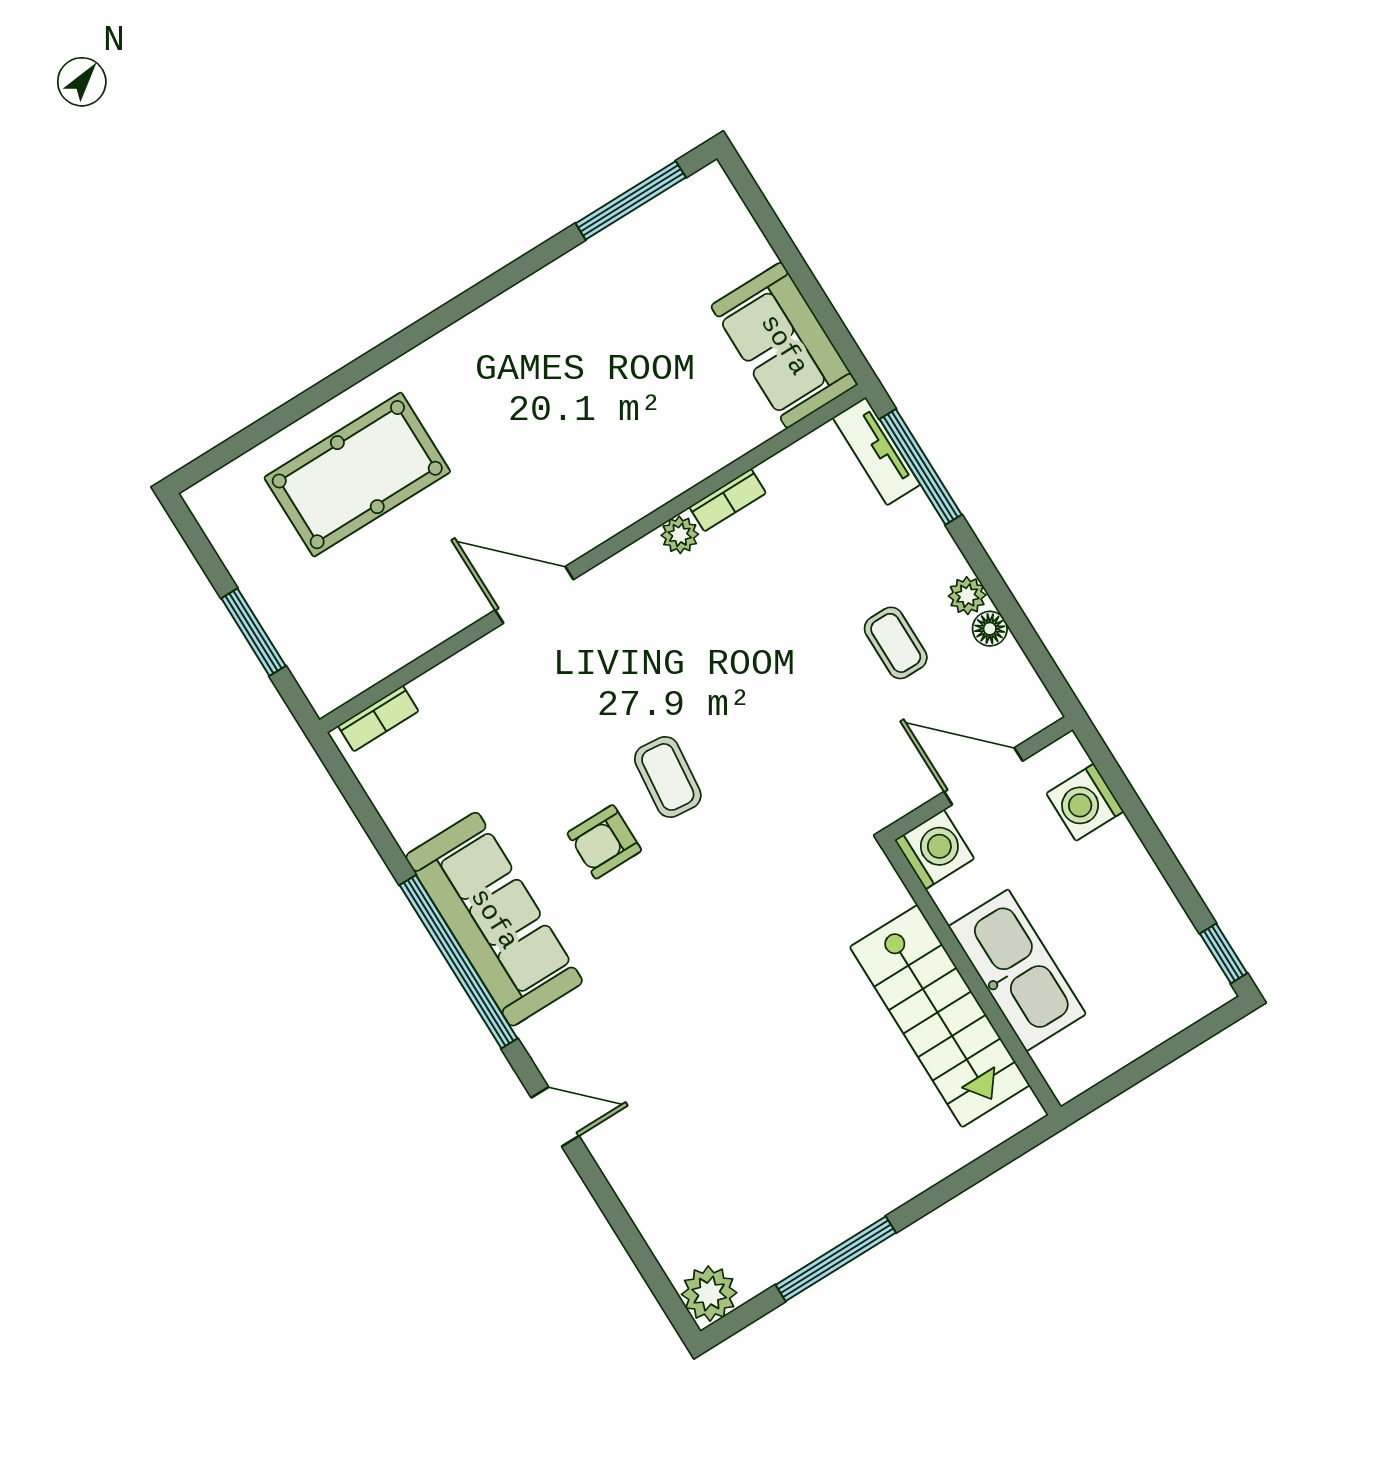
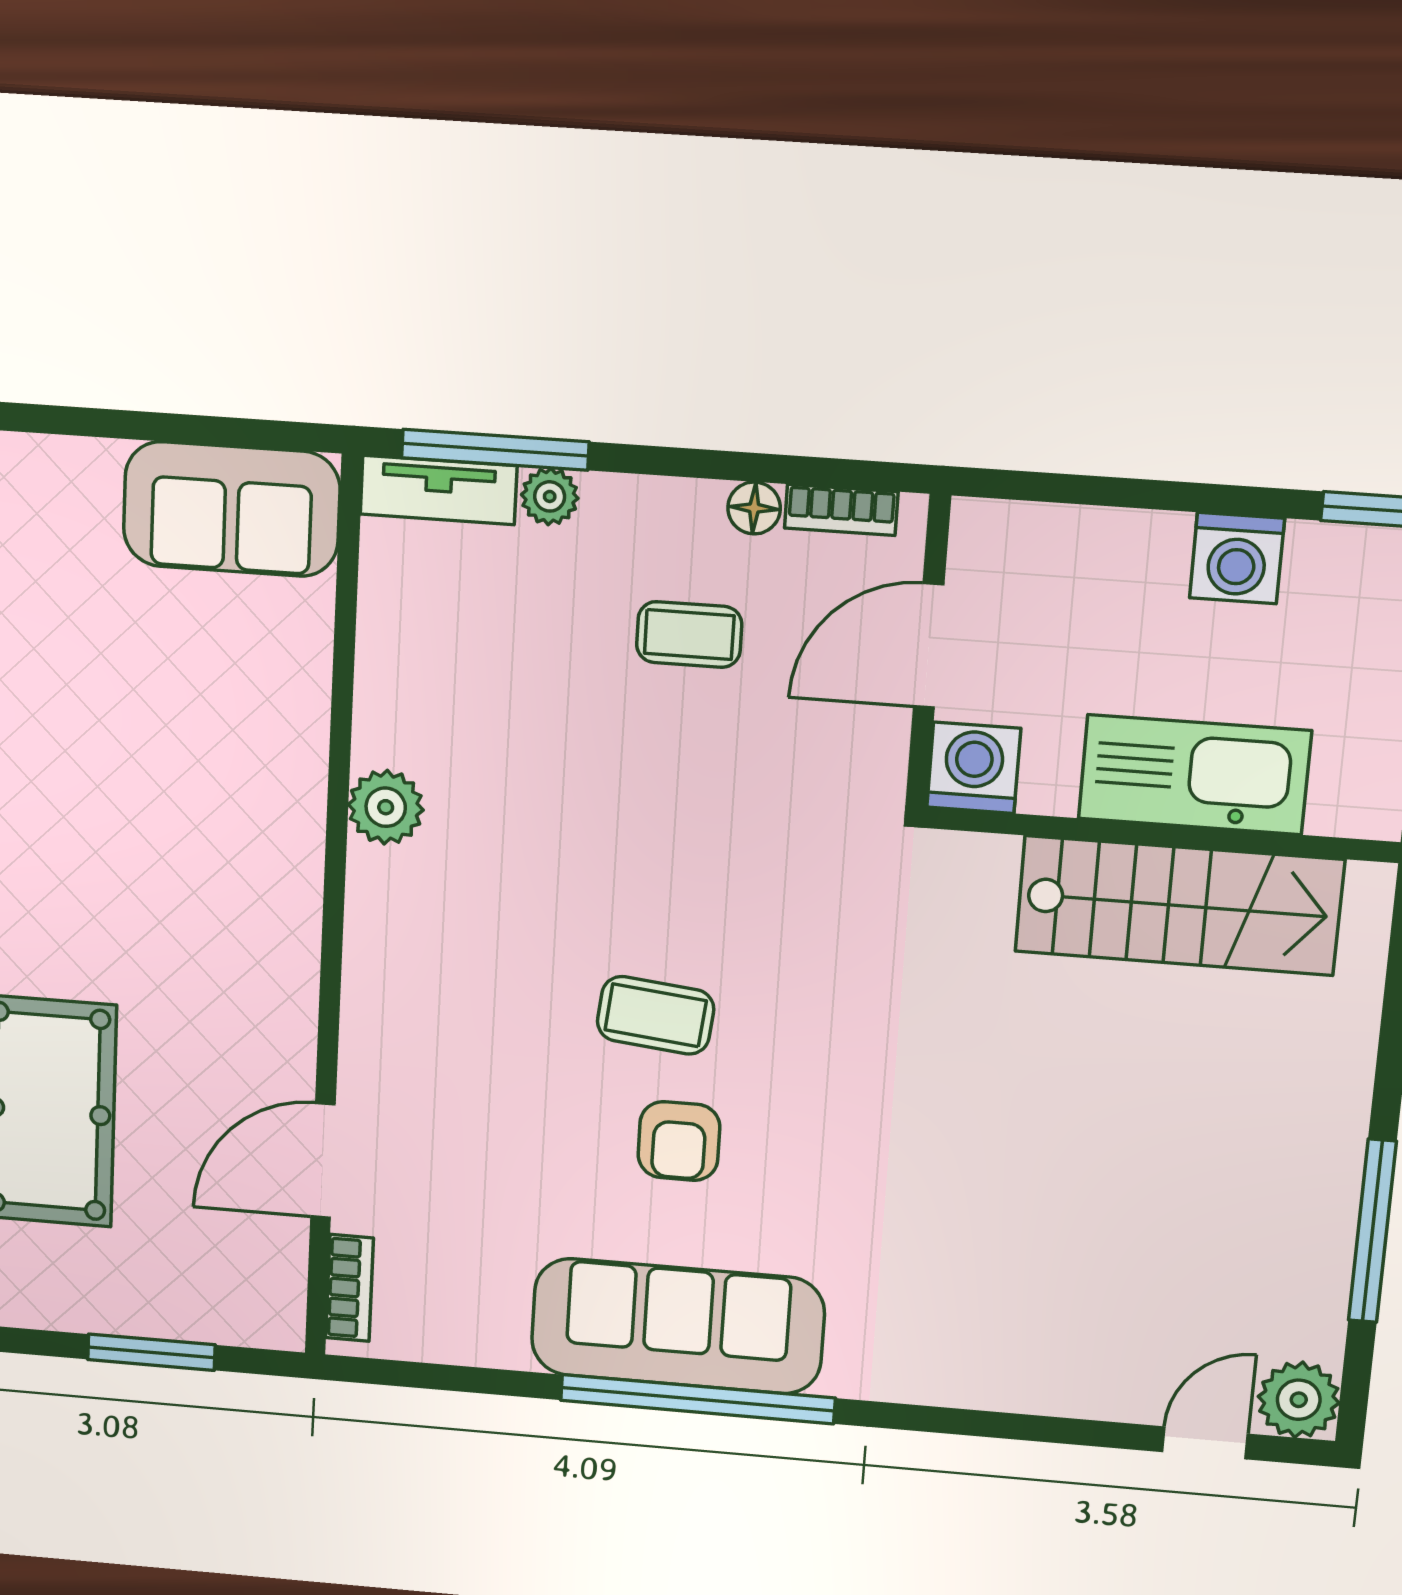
bookcase: (728, 500) -> (841, 510), moved, turned 90
plant: (680, 535) -> (386, 807), width x1.38, depth x1.38
door: (534, 595) -> (323, 1161), moved
plant: (967, 596) -> (550, 496), moved
washing machine: (1085, 802) -> (1237, 558), moved
door: (555, 1117) -> (1205, 1443), moved

